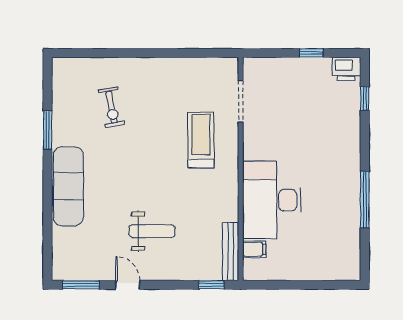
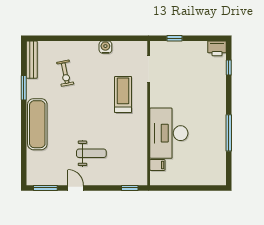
window: (311, 53) -> (174, 38), moved
water cooler: (174, 67) -> (105, 47), added
bench: (231, 252) -> (32, 60), moved

